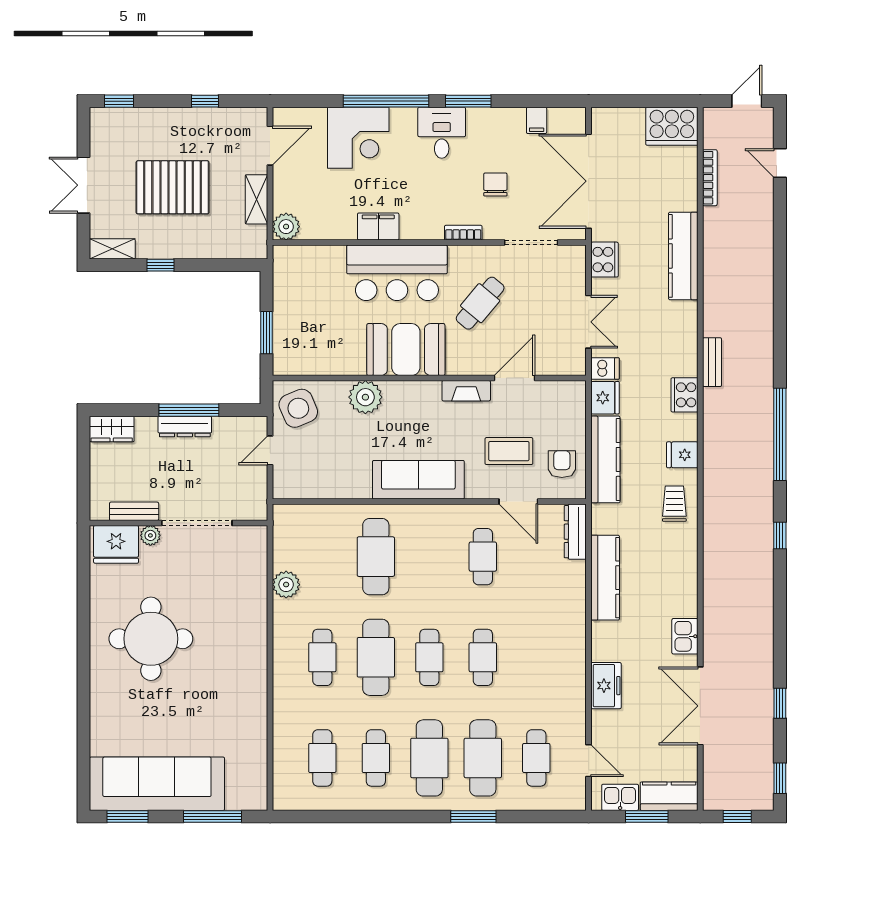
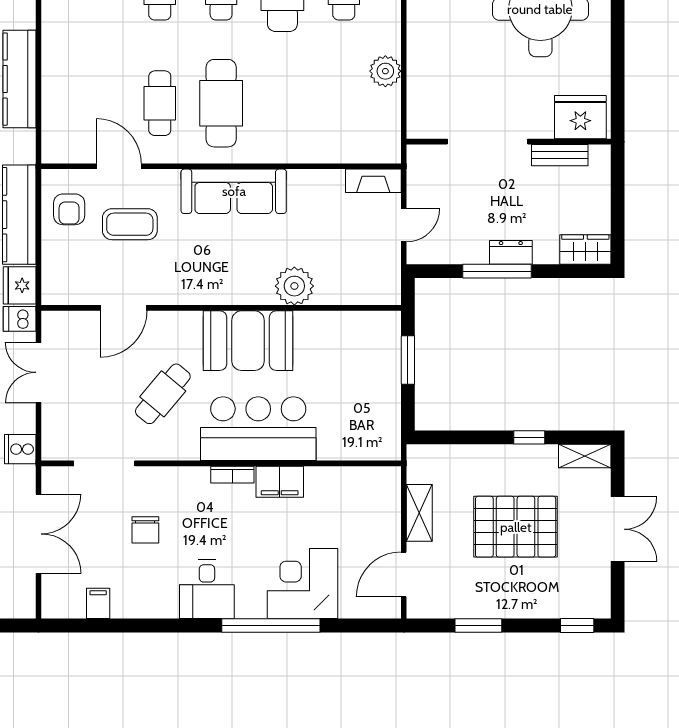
window: (205, 101) -> (478, 625), width x1.50
window: (468, 101) -> (176, 625), removed
double door: (589, 181) -> (39, 534), width x0.73
plant: (286, 227) -> (385, 482), removed
bookcase: (463, 233) -> (232, 475), moved
cooker: (605, 260) -> (20, 449), width x0.73
fireplace: (466, 391) -> (373, 181), moved, turned 180
side table: (298, 408) -> (371, 273), removed
dresser: (185, 426) -> (511, 252), width x0.70
dresser: (575, 532) -> (54, 132), removed
plant: (150, 535) -> (541, 127), removed
cafe table: (376, 557) -> (221, 103), moved

